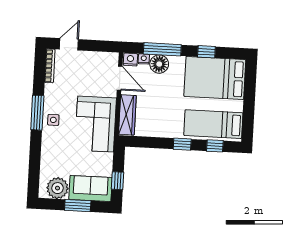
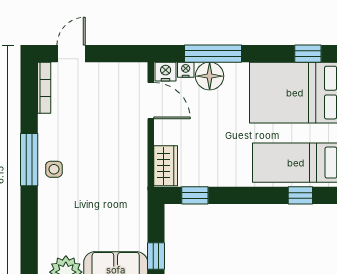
window: (206, 52) -> (308, 54), moved
wardrobe: (127, 115) -> (166, 166), width x0.67
corner sofa: (96, 124) -> (118, 172), removed
window: (182, 144) -> (195, 195), moved

